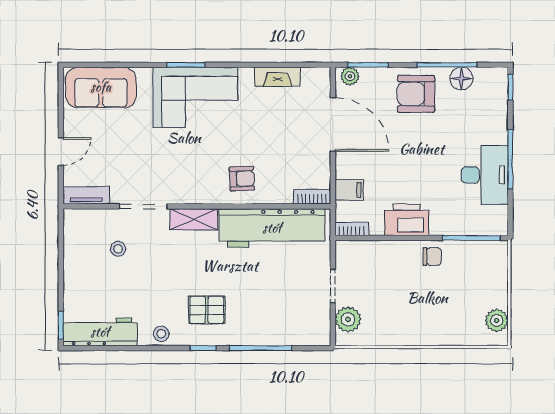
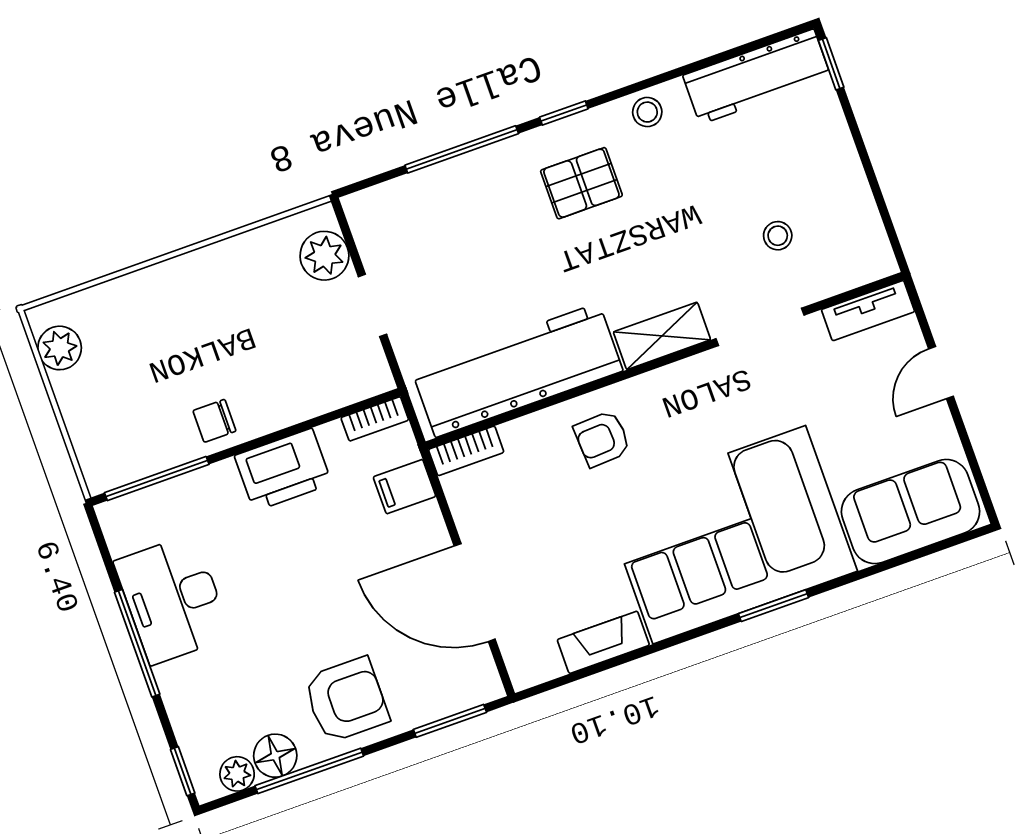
plant: (350, 76) -> (237, 774), moved
corner sofa: (195, 97) -> (729, 535), width x1.36, depth x1.36

